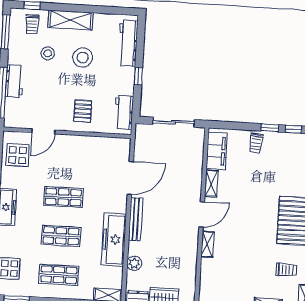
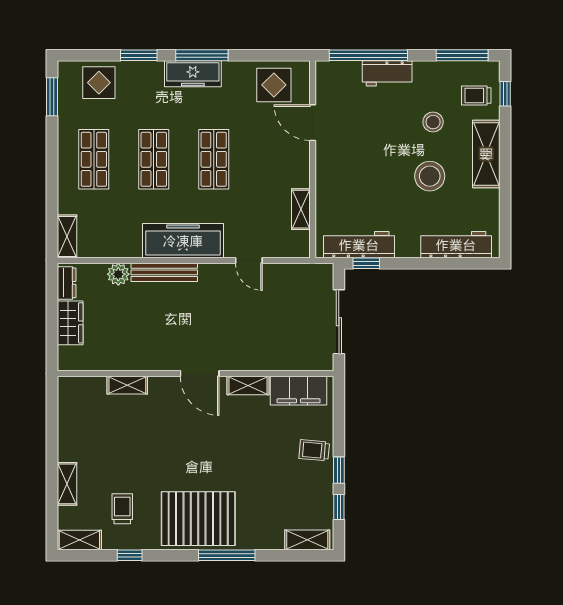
window: (138, 76) -> (366, 263), moved
pallet: (83, 111) -> (347, 181), removed
workbench: (124, 112) -> (359, 245), width x1.37
shelving: (99, 142) -> (301, 209), added
door: (130, 178) -> (249, 261), width x0.53
bench: (136, 219) -> (164, 272), moved
freezer: (114, 240) -> (183, 241), moved
shelving: (208, 244) -> (127, 385), moved
trolley: (286, 270) -> (122, 509), turned 180

